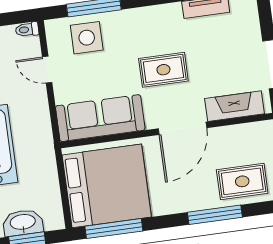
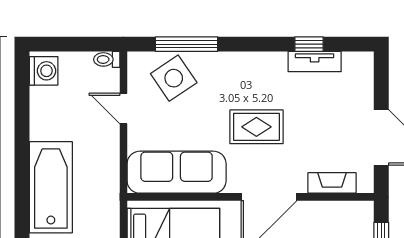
side table: (87, 38) -> (174, 78), turned -34
fireplace: (234, 106) -> (332, 183), width x0.73, depth x0.76

